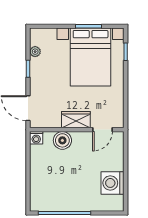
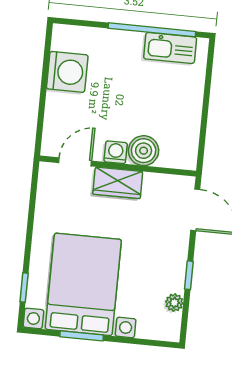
washing machine: (36, 138) -> (116, 152), moved
kitchen sink: (53, 203) -> (170, 48), added

